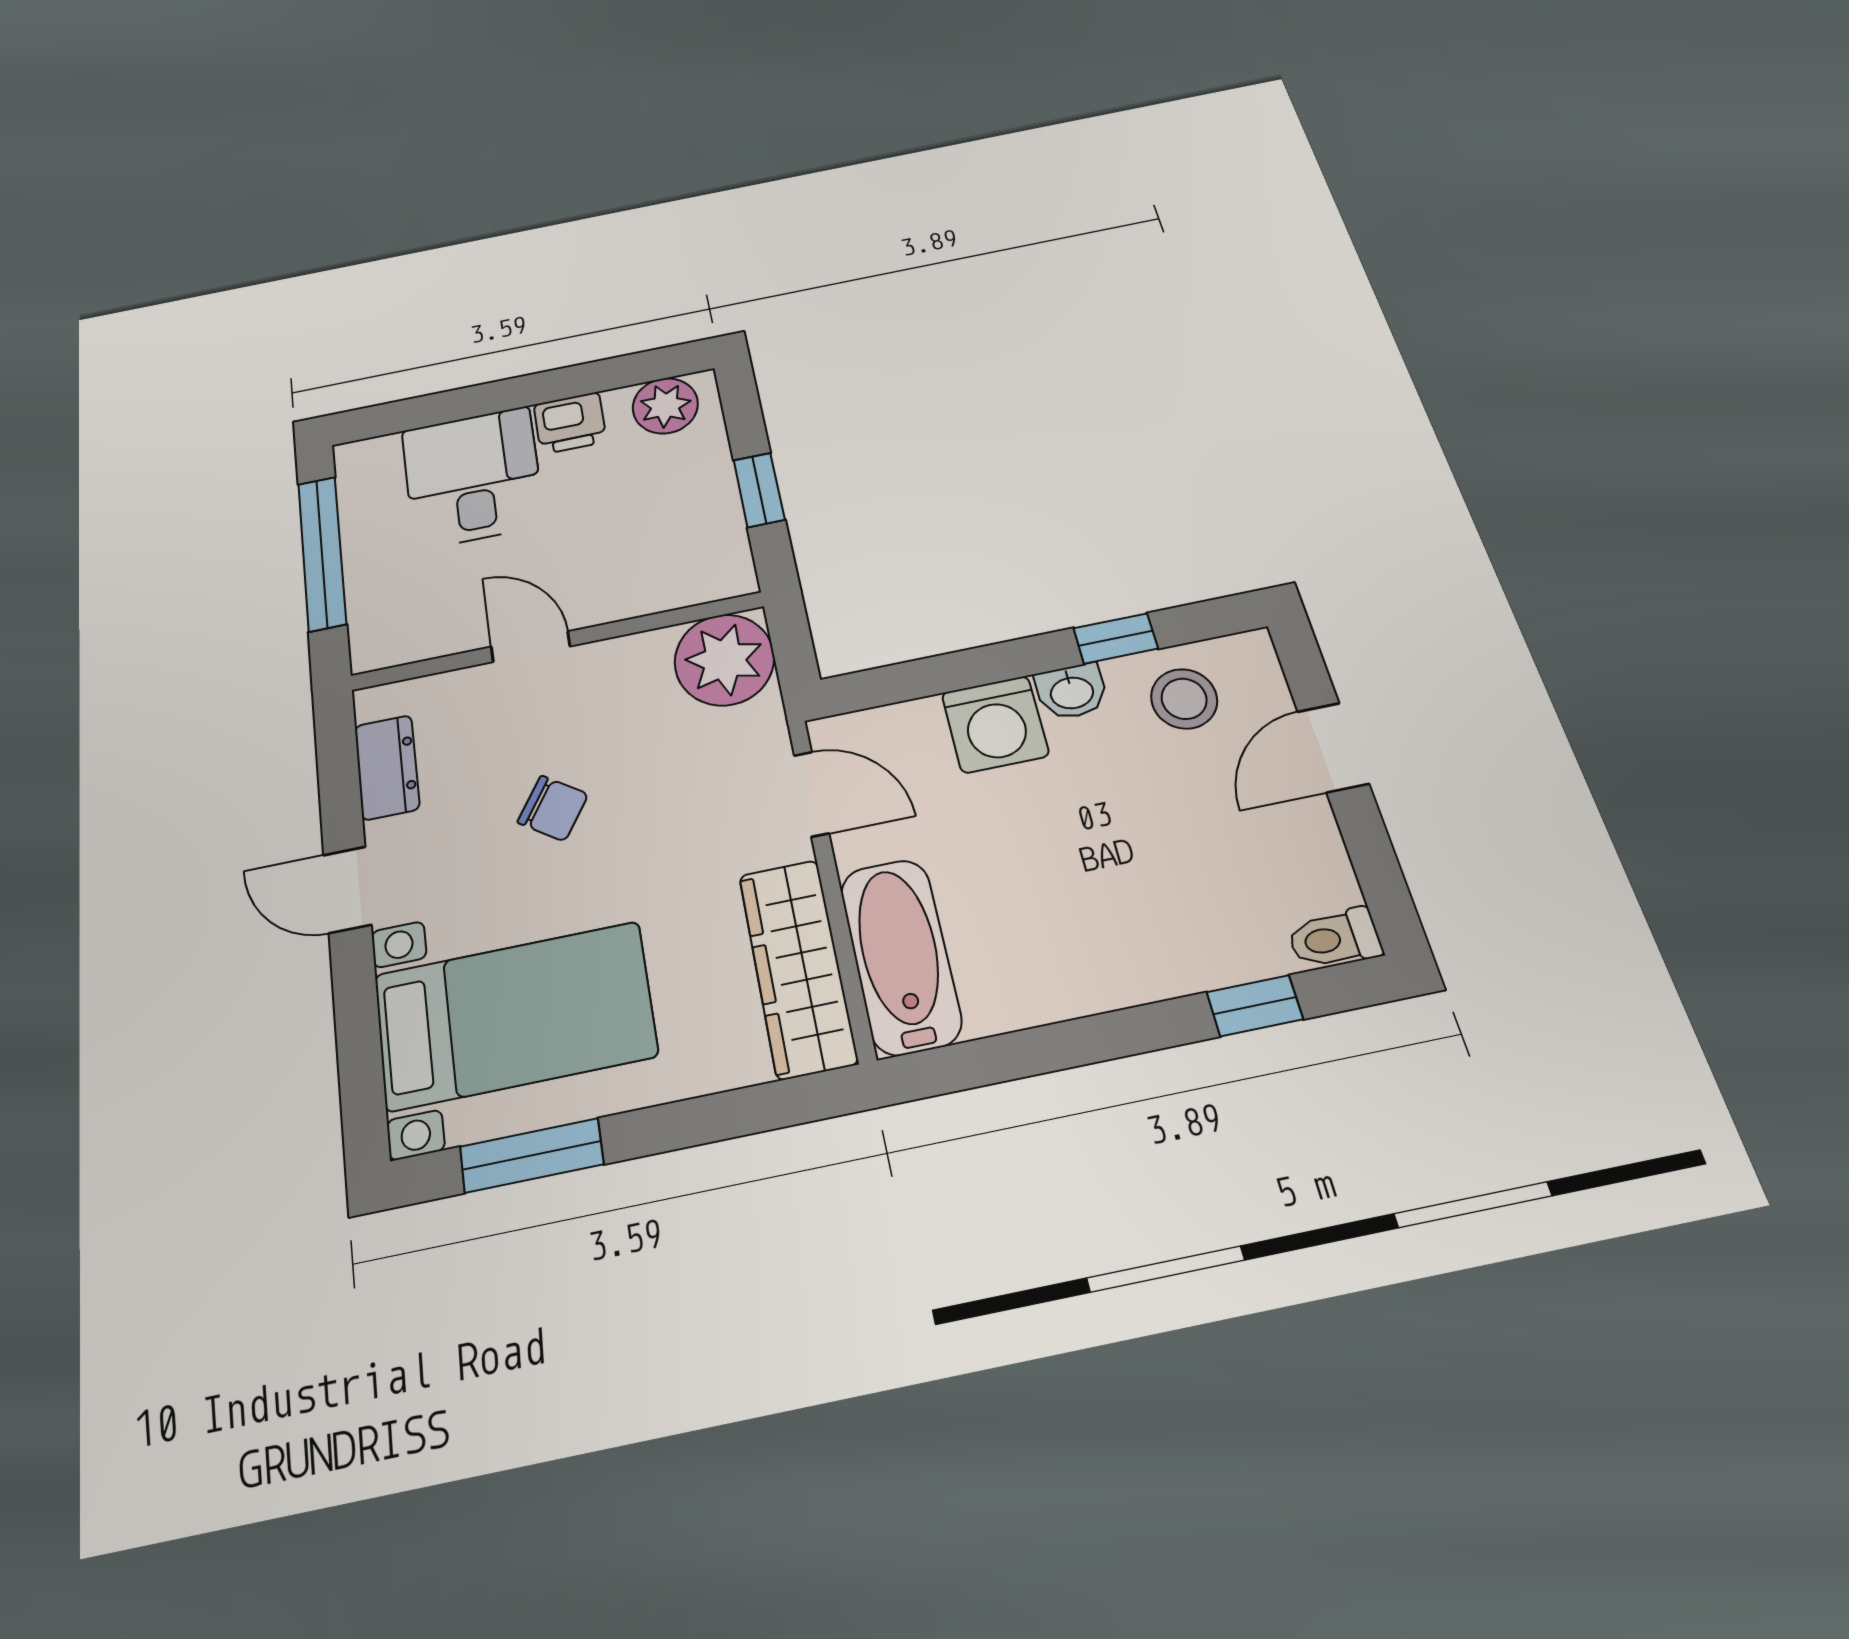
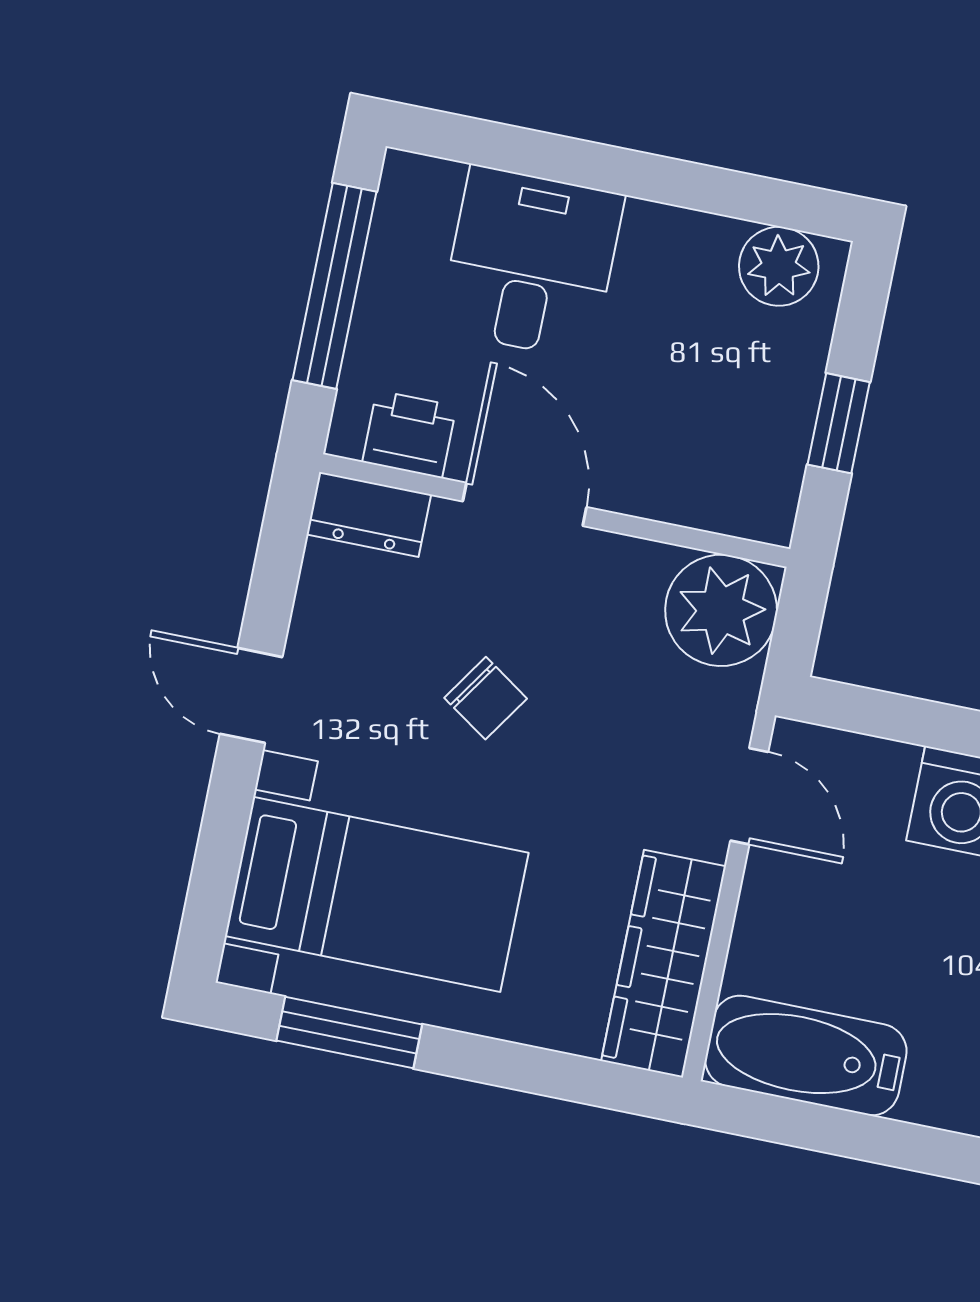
printer: (570, 423) -> (409, 434), moved, turned 180
door: (531, 647) -> (525, 504), width x1.38
dresser: (387, 767) -> (369, 514), moved, turned 90
bathtub: (900, 956) -> (806, 1056), moved, turned -90

